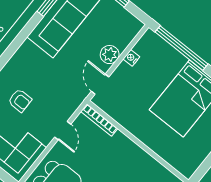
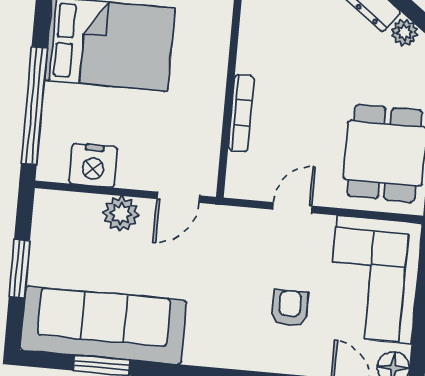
nightstand: (131, 58) -> (93, 165), width x1.89, depth x1.79
bookcase: (99, 120) -> (241, 113), moved

